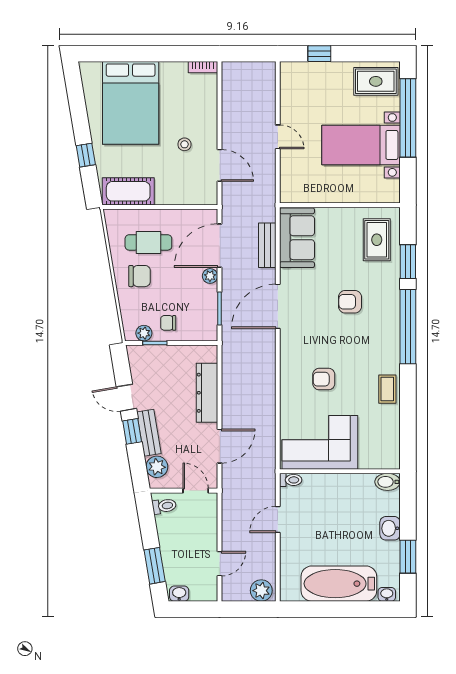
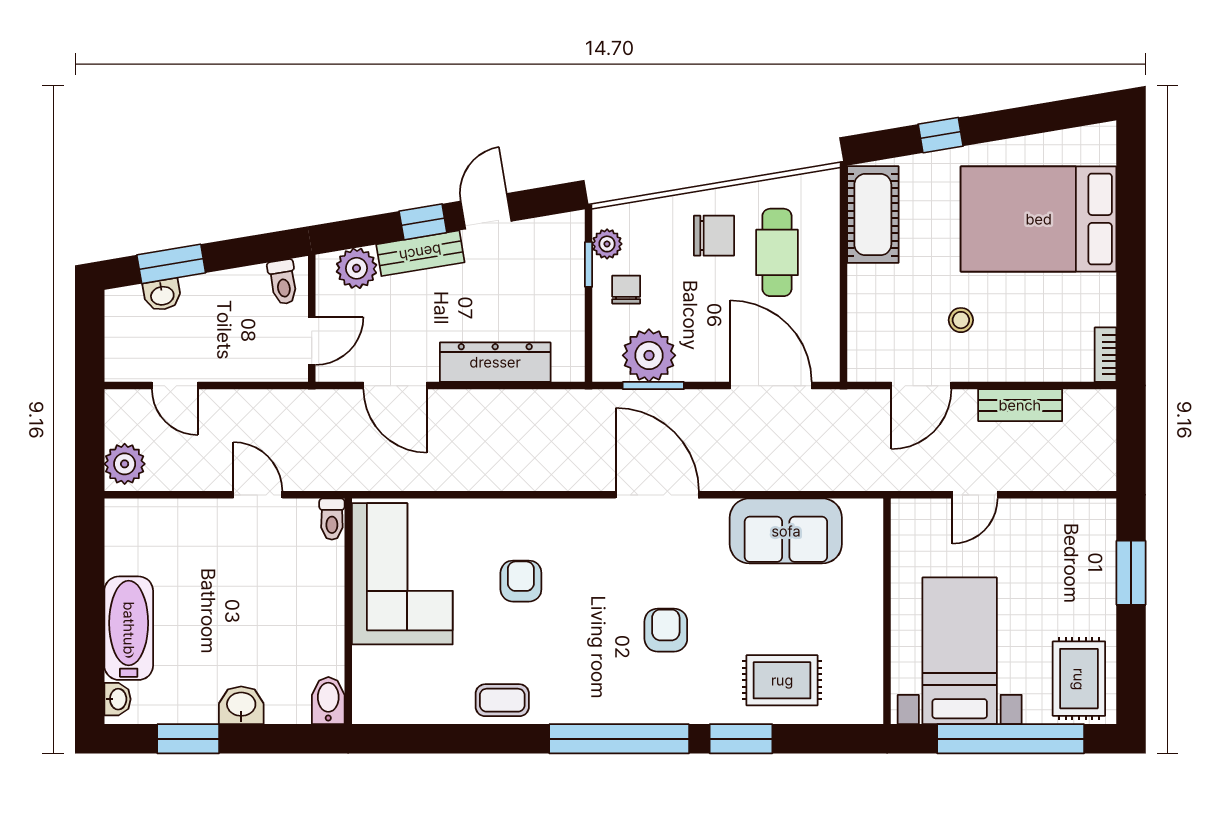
window: (319, 54) -> (1131, 573), width x1.50
wall: (340, 205) -> (887, 611), moved
bench: (267, 245) -> (1020, 405), moved
chair: (139, 276) -> (714, 236), turned -90
plant: (210, 276) -> (649, 355), moved, width x1.88, depth x1.88
bathtub: (339, 584) -> (129, 628), width x0.73, depth x0.73
washbasin: (179, 594) -> (162, 295), moved, turned 80

